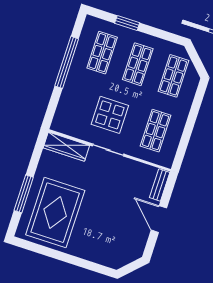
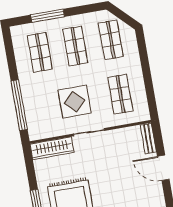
window: (127, 23) -> (48, 16), width x1.44
window: (67, 62) -> (19, 105), moved

